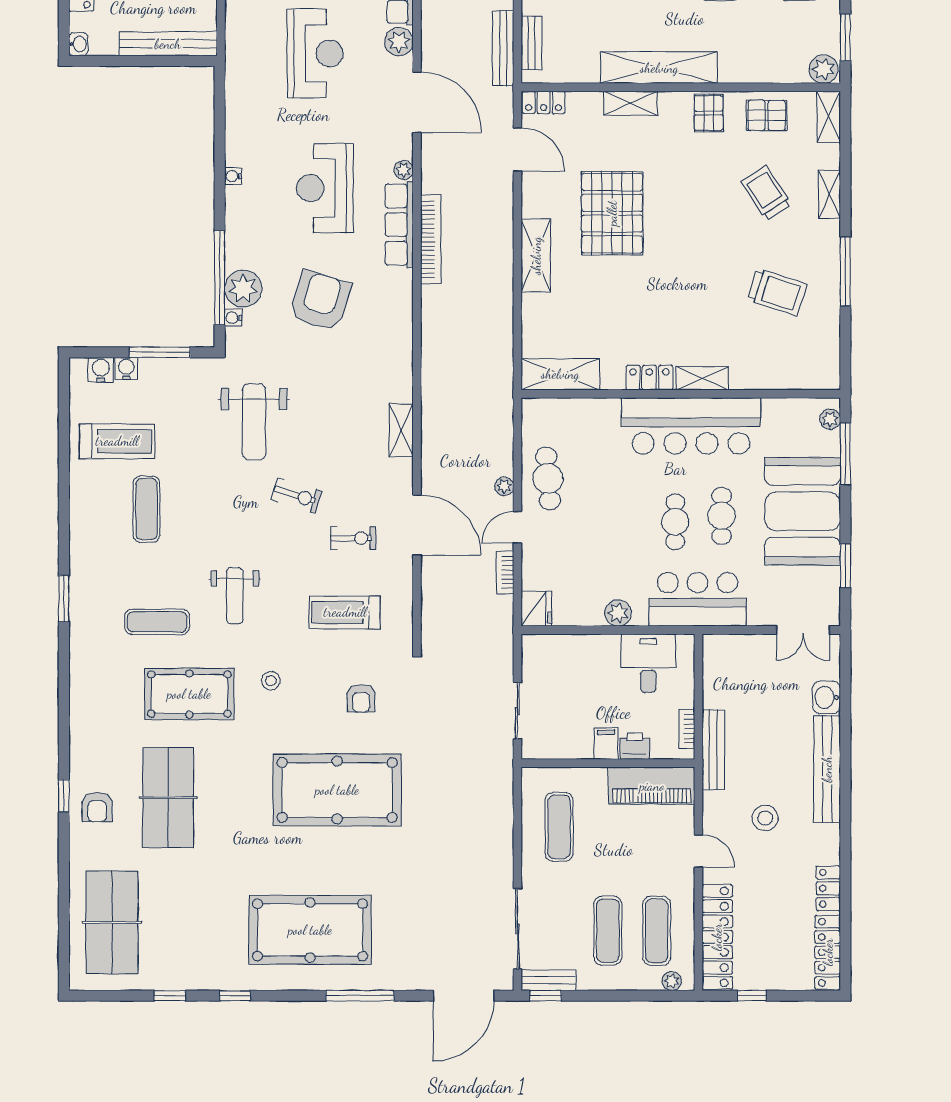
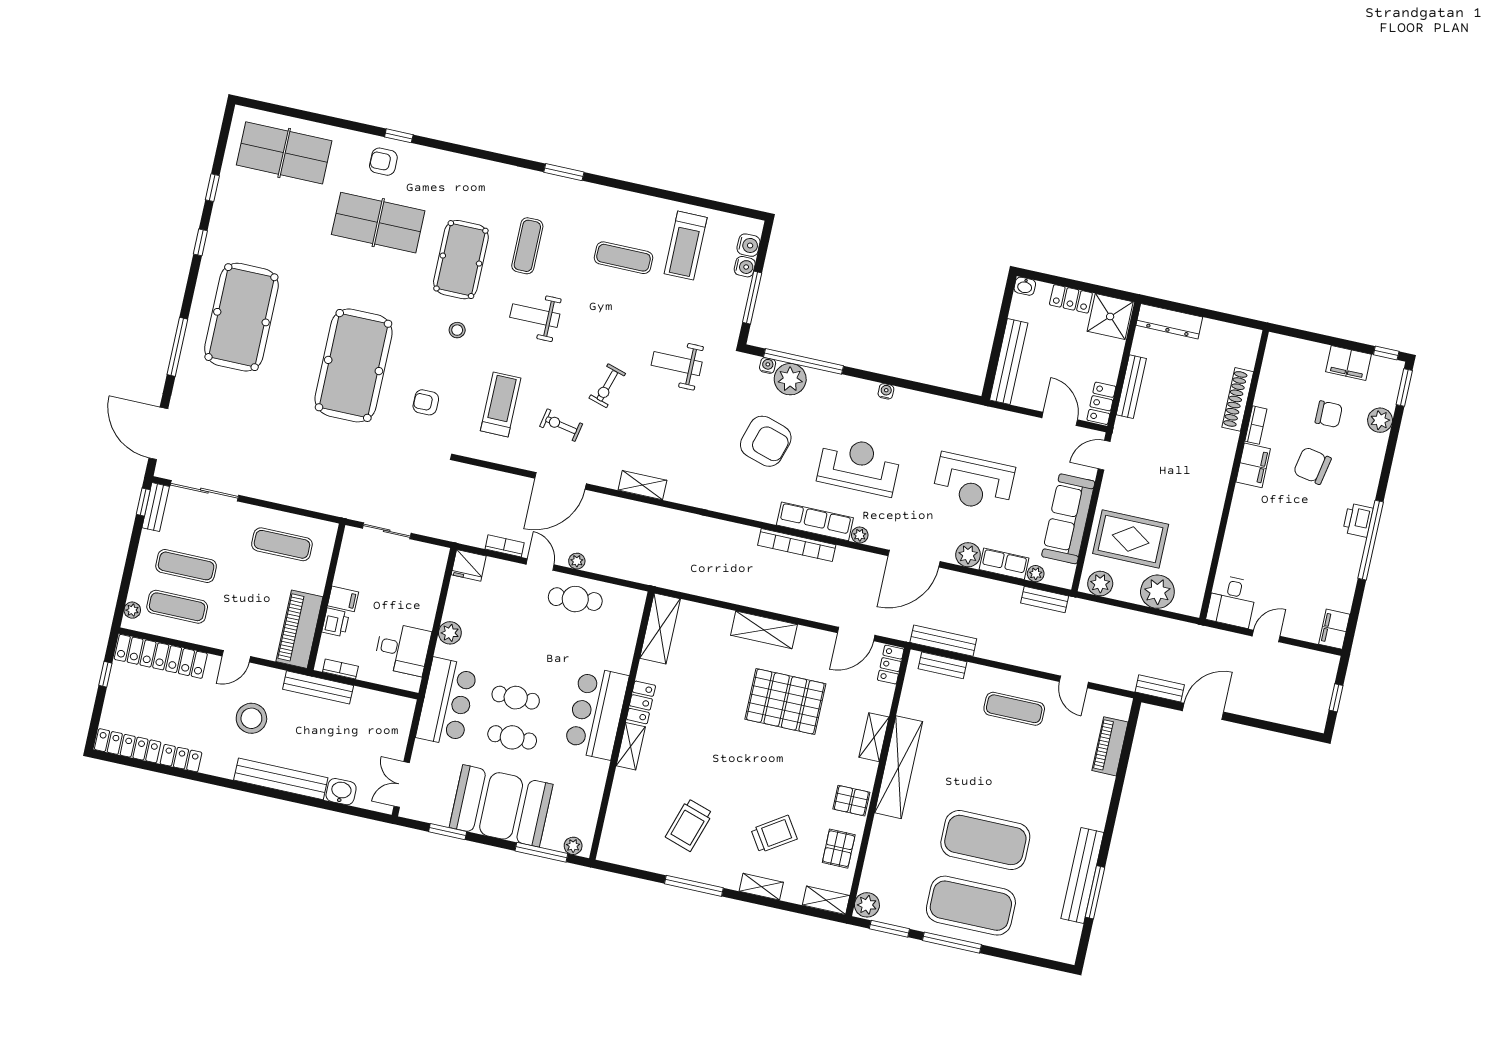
weight bench: (254, 422) -> (677, 364), width x0.73, depth x0.75
bar counter: (691, 426) -> (596, 713), width x0.73
exercise bike: (353, 538) -> (561, 425), turned 101
stool: (765, 818) -> (251, 718), width x1.38, depth x1.38

